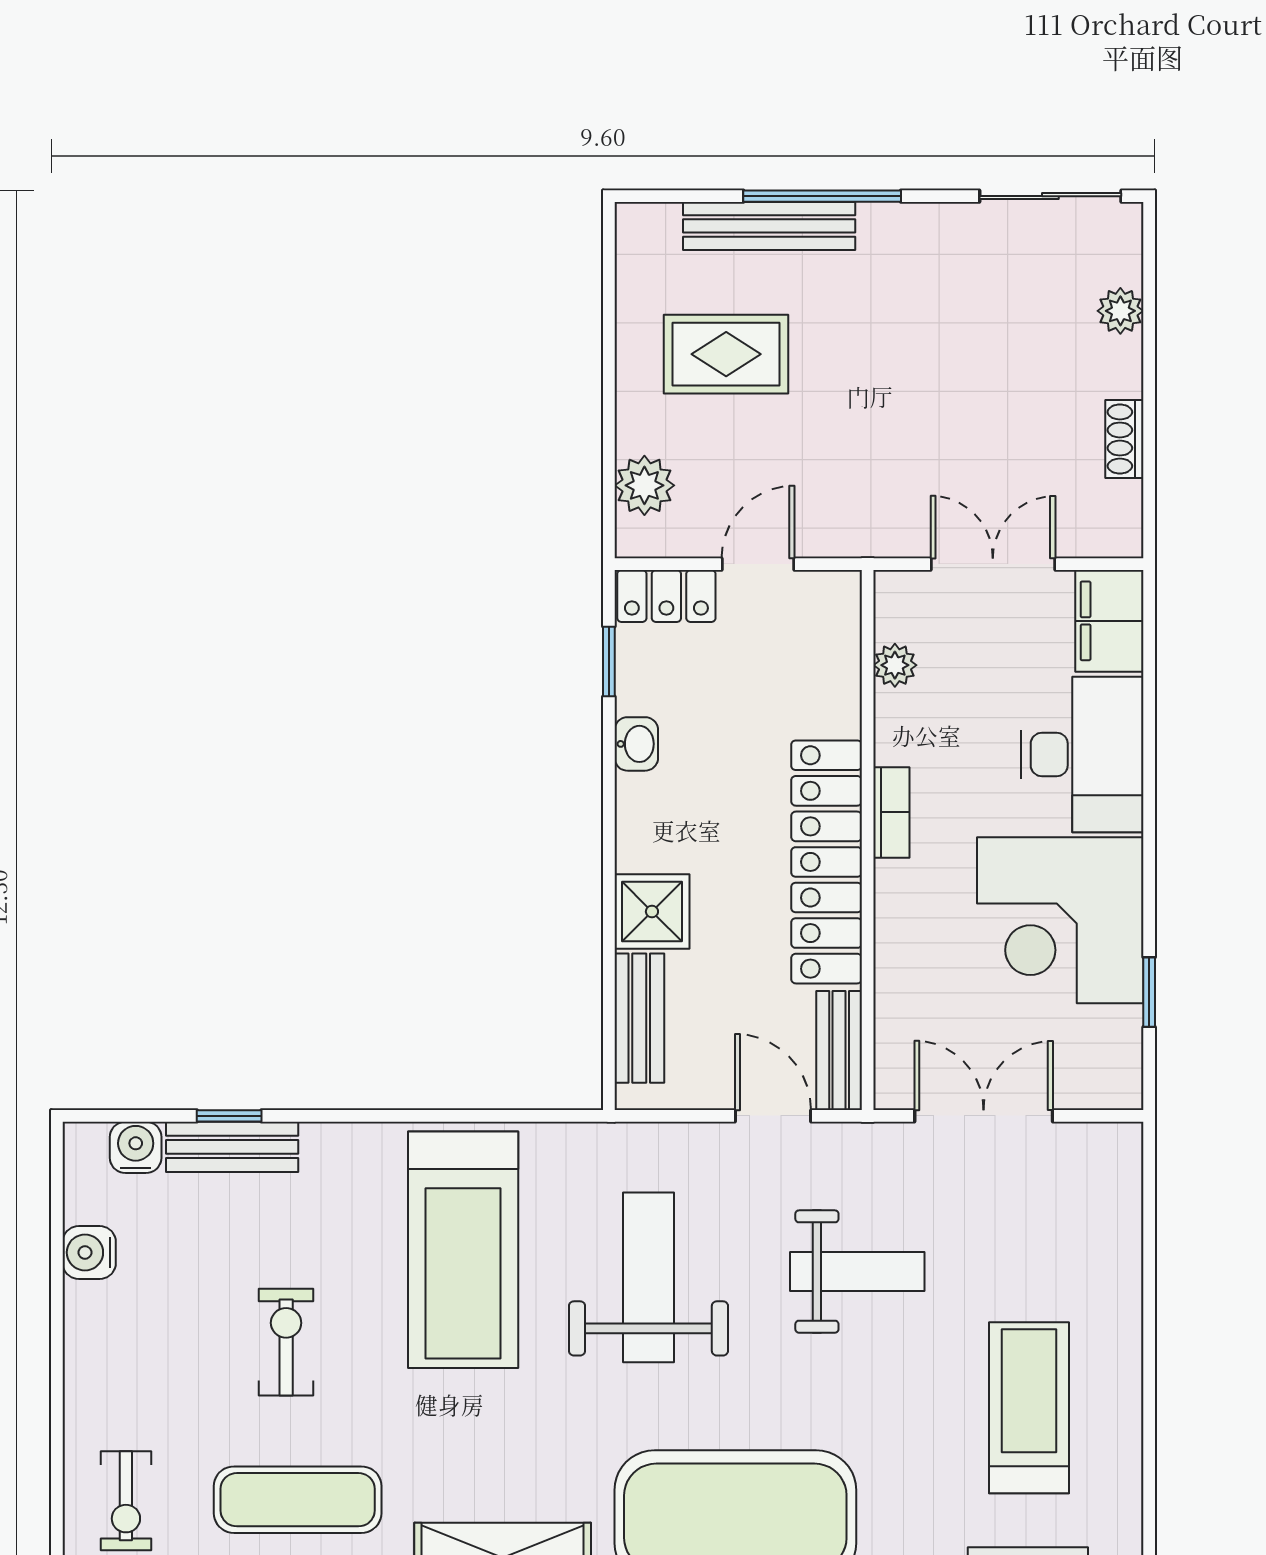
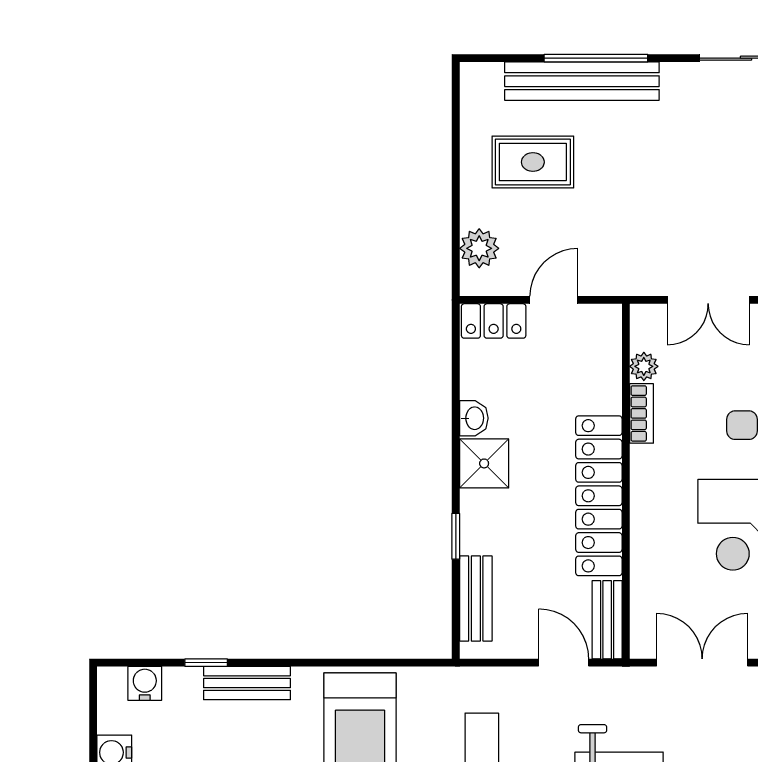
bench: (769, 226) -> (582, 81), width x1.37, depth x1.21
double door: (993, 564) -> (708, 300), swing flipped
window: (609, 661) -> (456, 536), moved
bookcase: (891, 812) -> (641, 413), moved
shower: (652, 912) -> (484, 463), moved
bench: (232, 1147) -> (247, 683), moved

